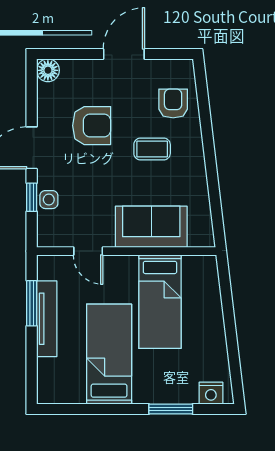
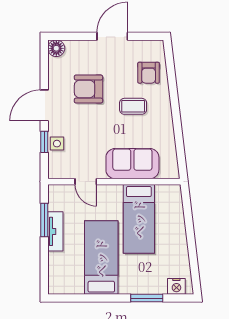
armchair: (173, 103) -> (149, 73), turned 180
armchair: (92, 126) -> (88, 89), turned 180
tv unit: (47, 319) -> (55, 231), width x0.71

